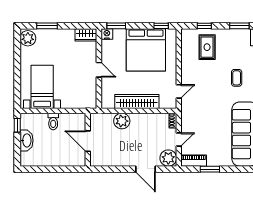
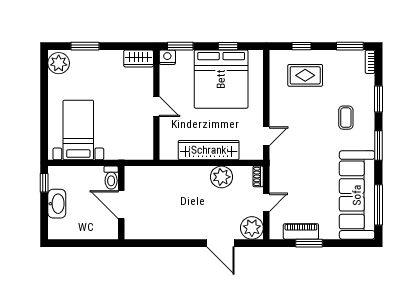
window: (161, 26) -> (228, 46), moved
rug: (207, 47) -> (305, 75), turned 90
toilet: (53, 121) -> (111, 178), moved
plant: (122, 121) -> (221, 177), moved
wall: (88, 140) -> (121, 203), moved
door: (88, 141) -> (121, 205), moved
piano: (194, 161) -> (301, 231), moved

